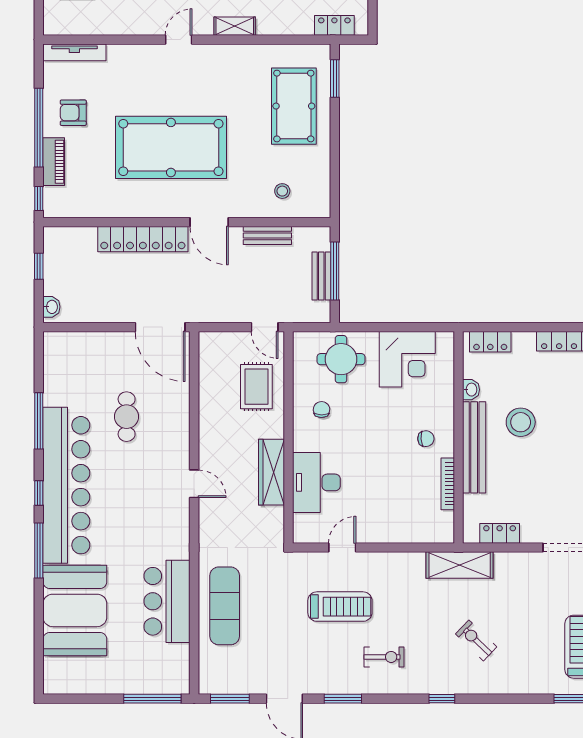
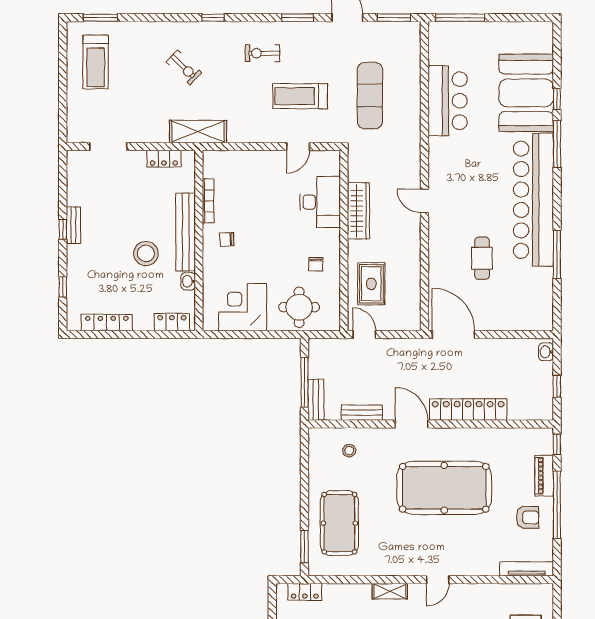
bench: (321, 276) -> (316, 400), moved
window: (39, 493) -> (557, 99), moved
exercise mat: (225, 606) -> (370, 96), moved

